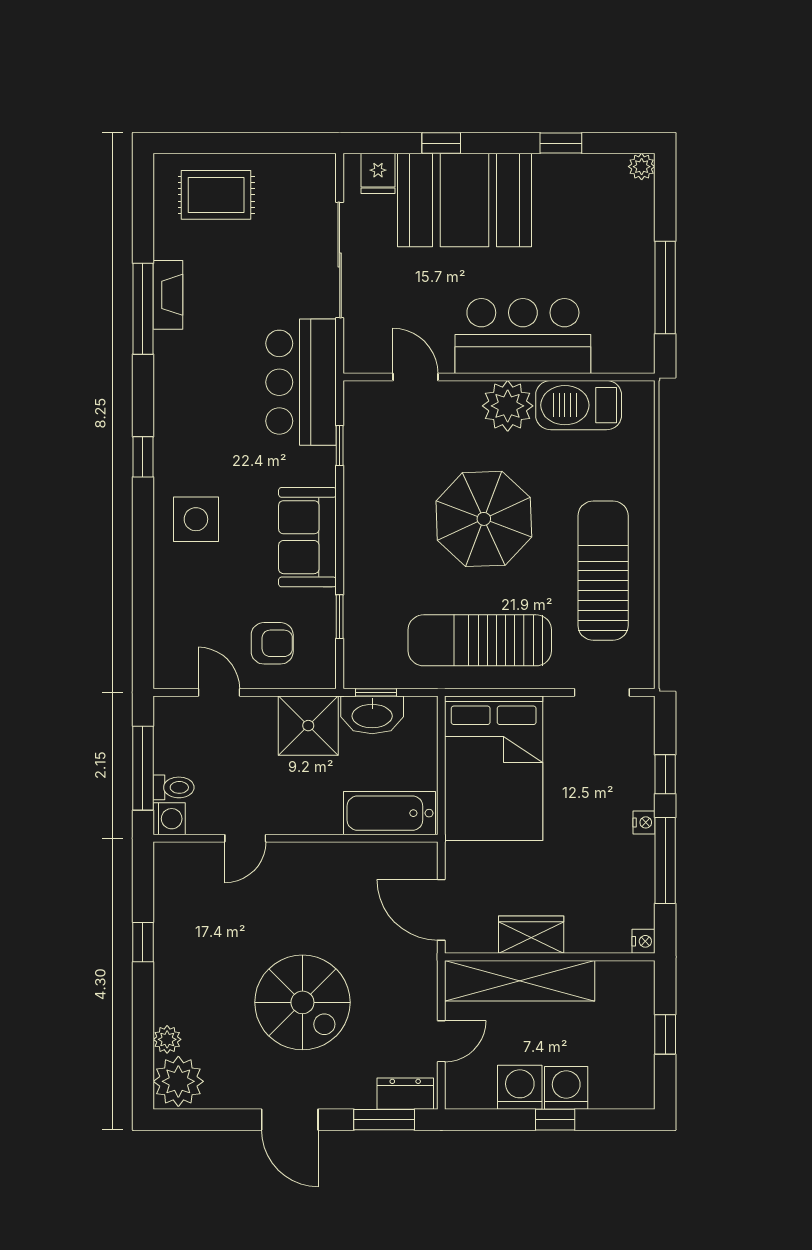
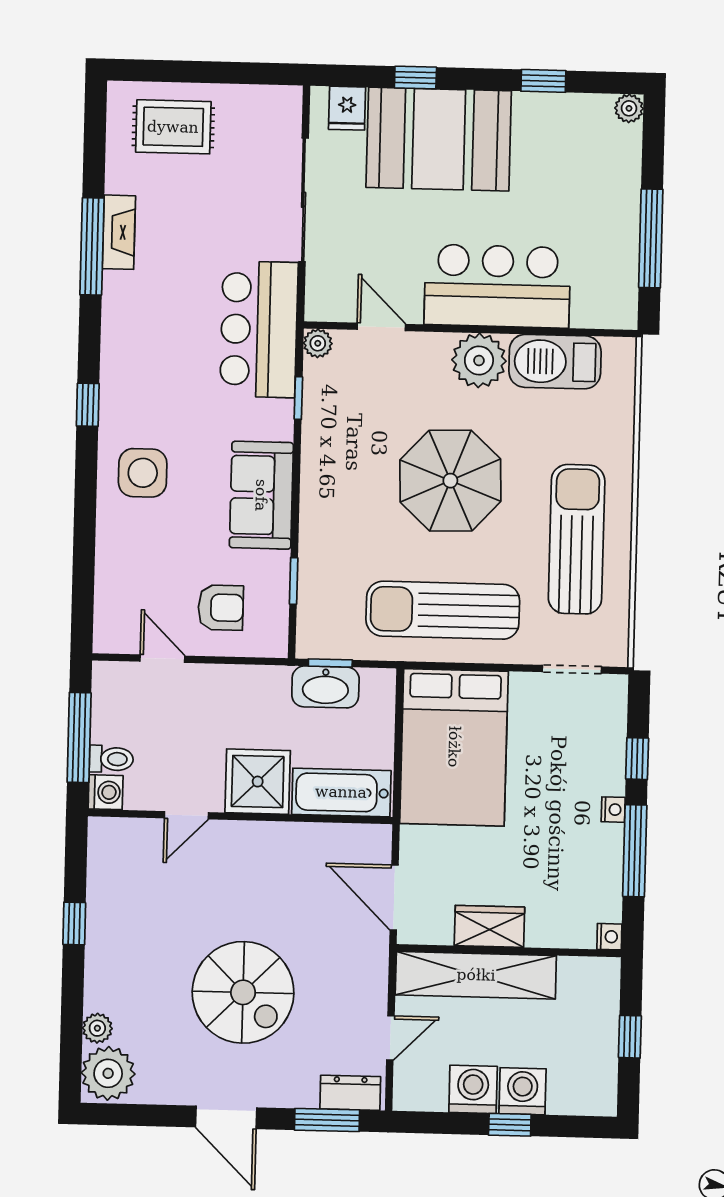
plant: (356, 394) -> (318, 343), added
shower: (308, 726) -> (258, 782), moved

